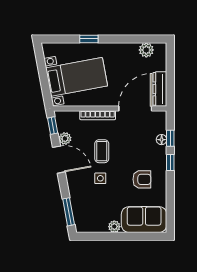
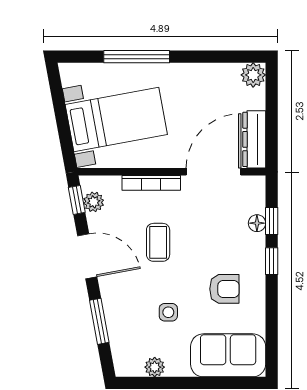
window: (89, 39) -> (137, 57), width x2.17
plant: (146, 50) -> (253, 75), moved
plant: (65, 138) -> (94, 202), moved
side table: (100, 178) -> (168, 312), moved
window: (69, 212) -> (99, 321), moved
plant: (114, 227) -> (155, 367), moved

